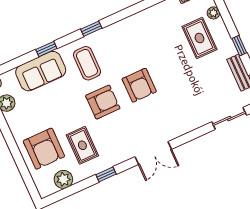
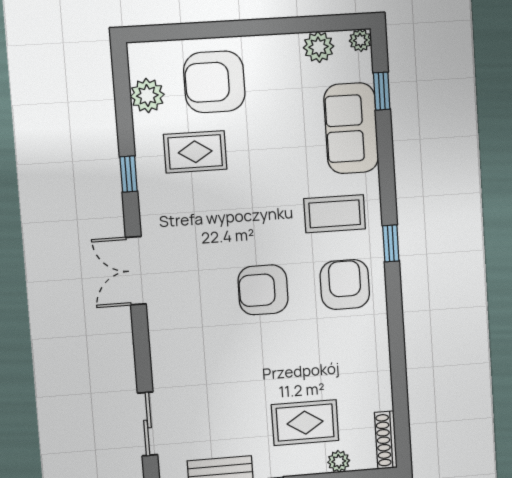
window: (46, 49) -> (382, 91), moved
armchair: (103, 102) -> (345, 285), moved, turned 180

